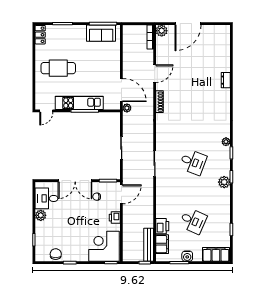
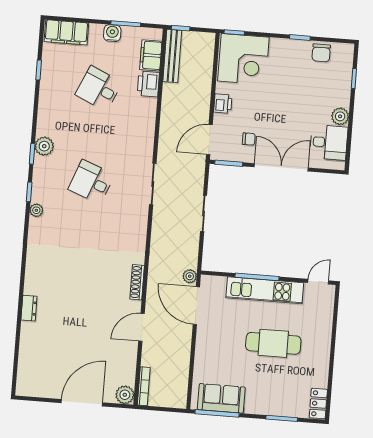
cafe table: (58, 68) -> (273, 343), moved

